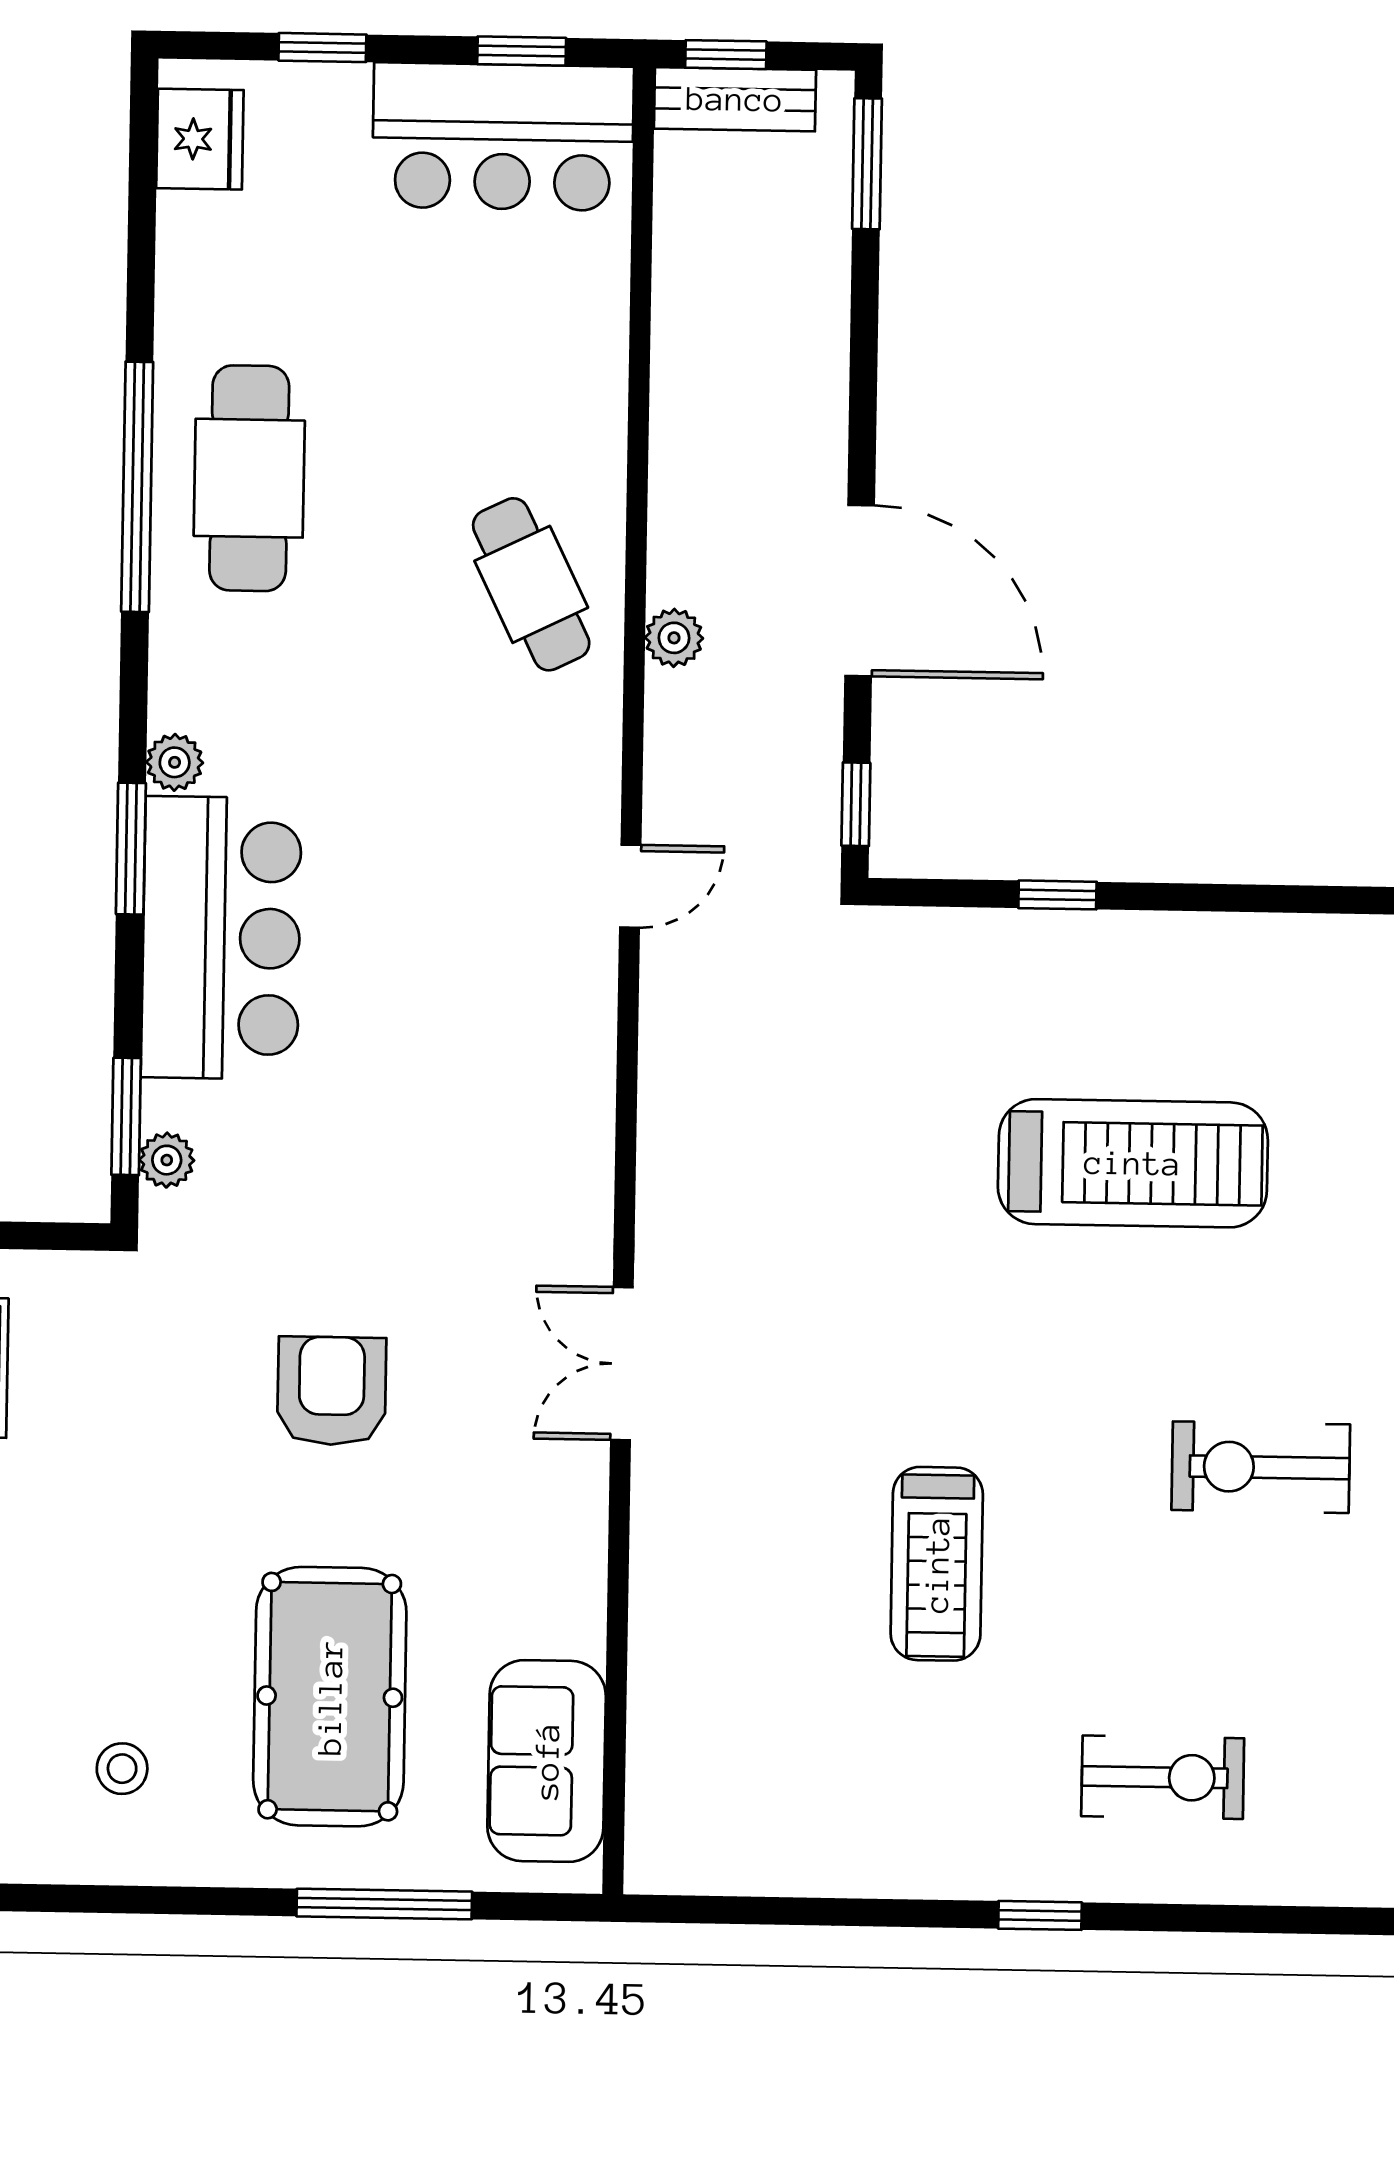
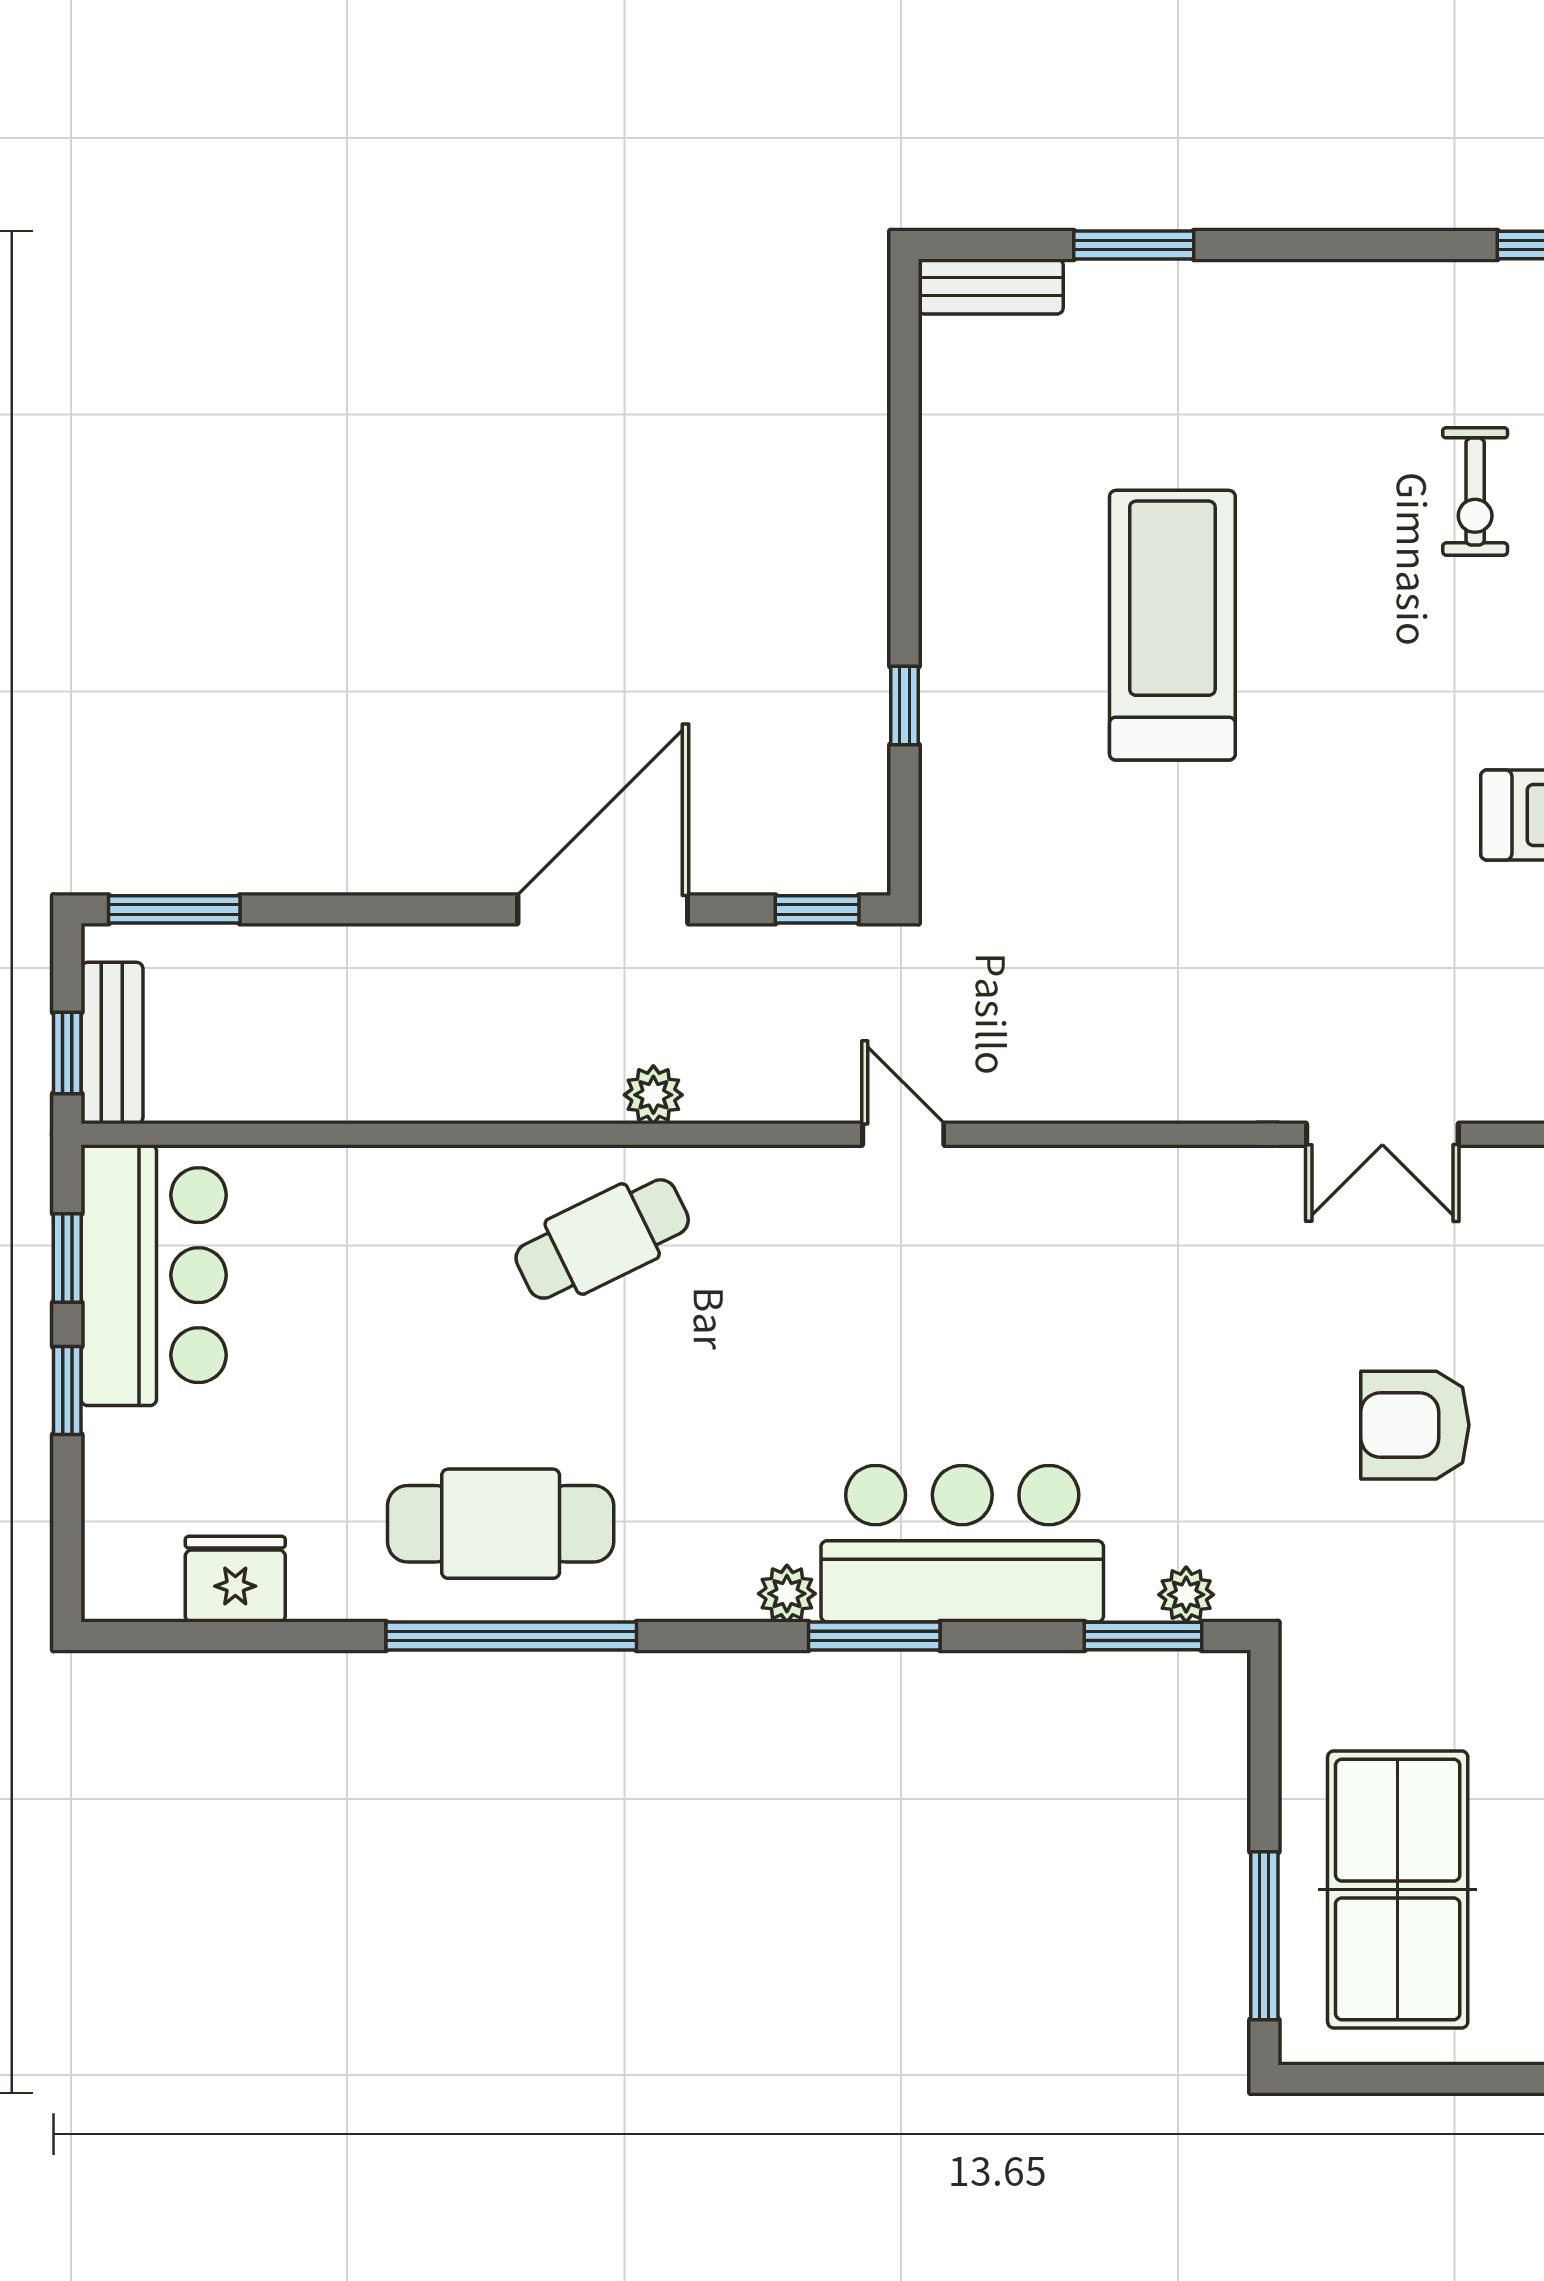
window: (322, 48) -> (67, 1390), moved
fridge: (200, 139) -> (235, 1579), moved
exercise bike: (1261, 1467) -> (1475, 492), width x0.73, depth x0.72

